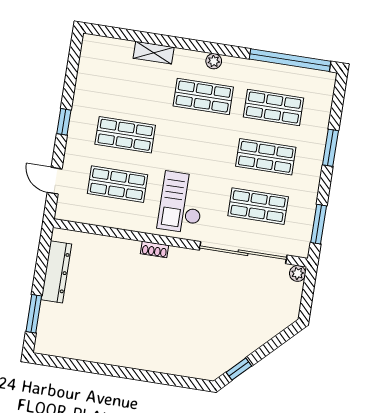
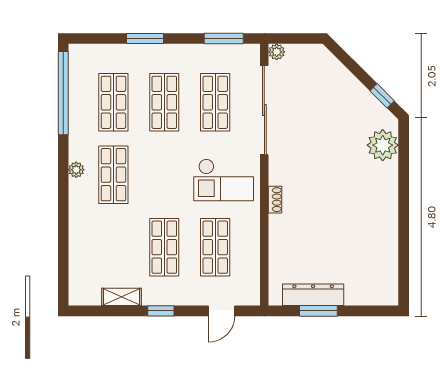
shelving: (154, 53) -> (121, 297), moved, turned 90
window: (34, 314) -> (318, 311), moved
plant: (191, 362) -> (383, 145), added

